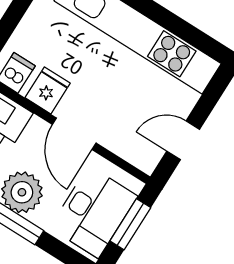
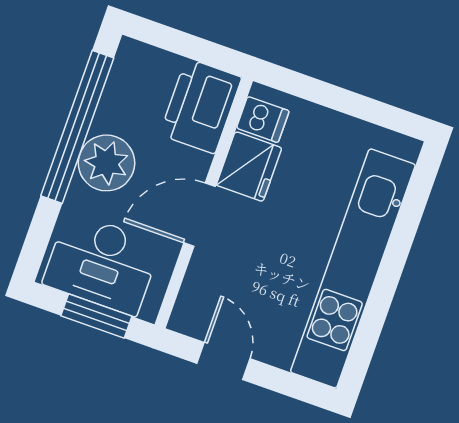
fridge: (48, 90) -> (249, 167), width x1.38

